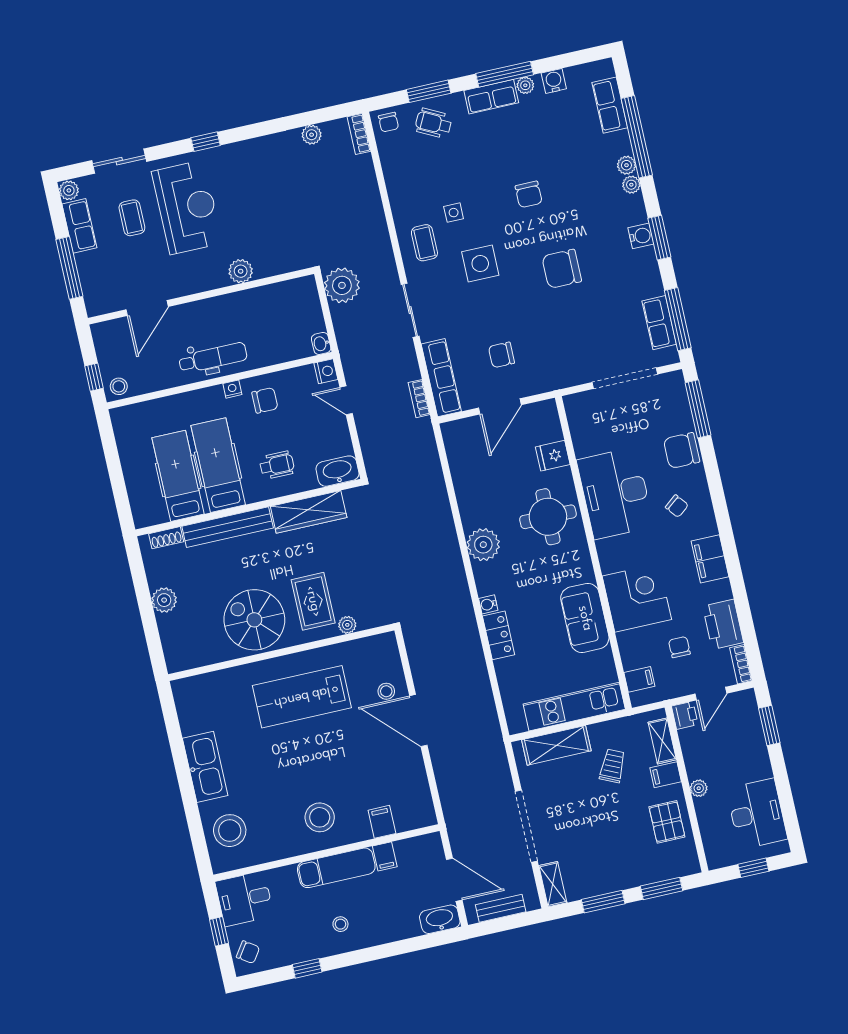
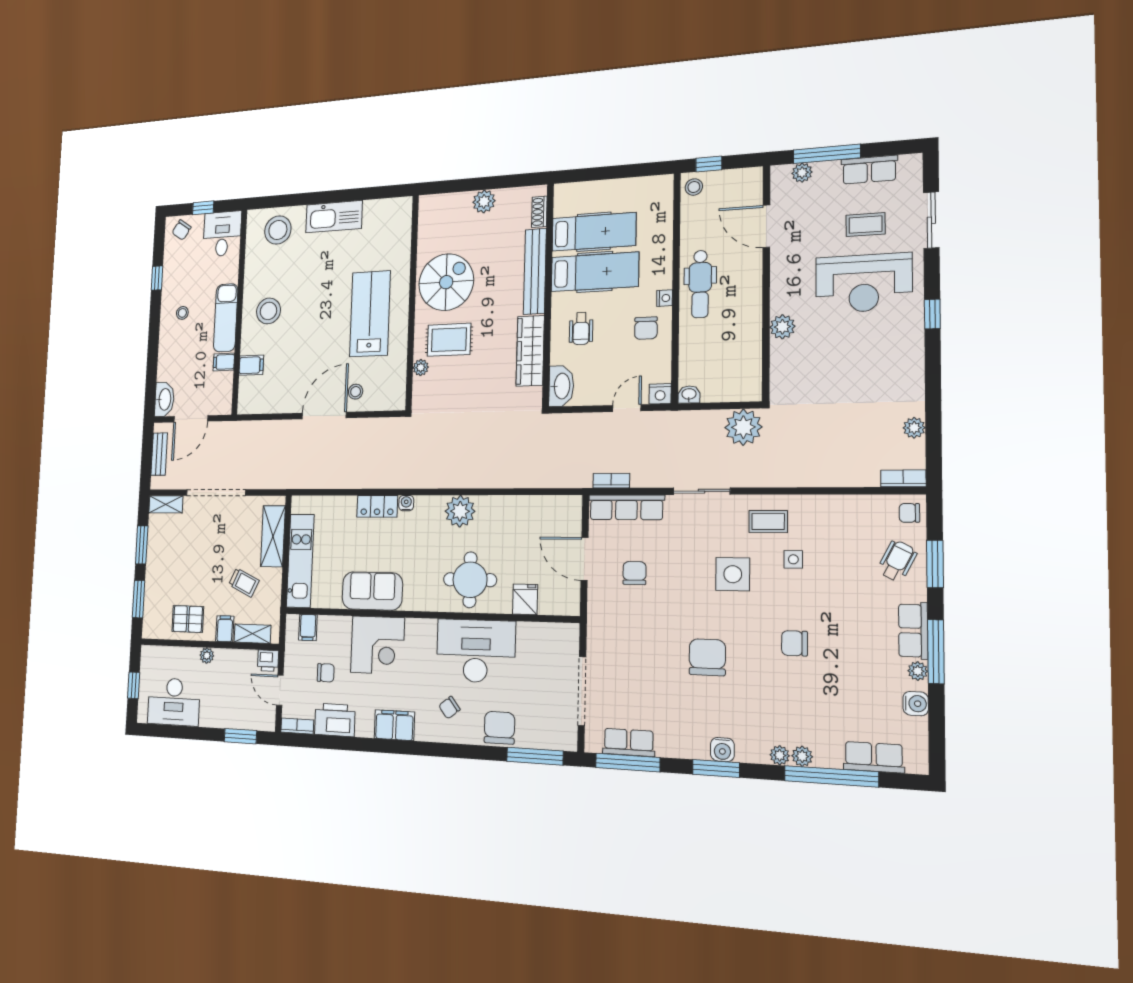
plant: (69, 190) -> (802, 173), moved

